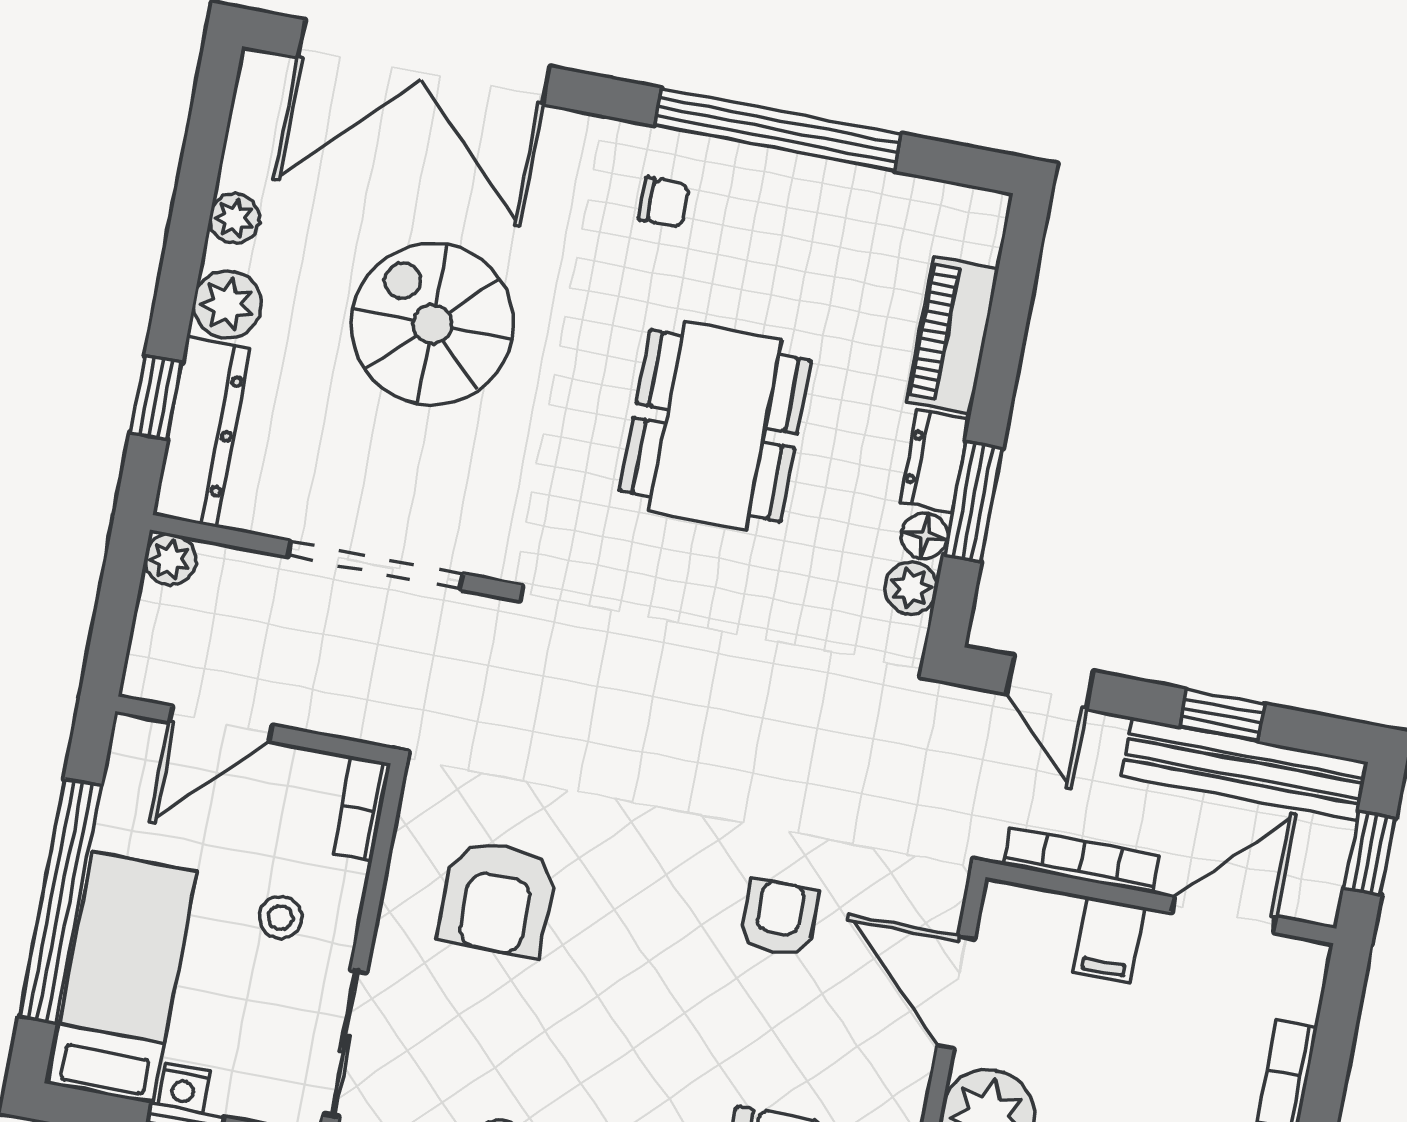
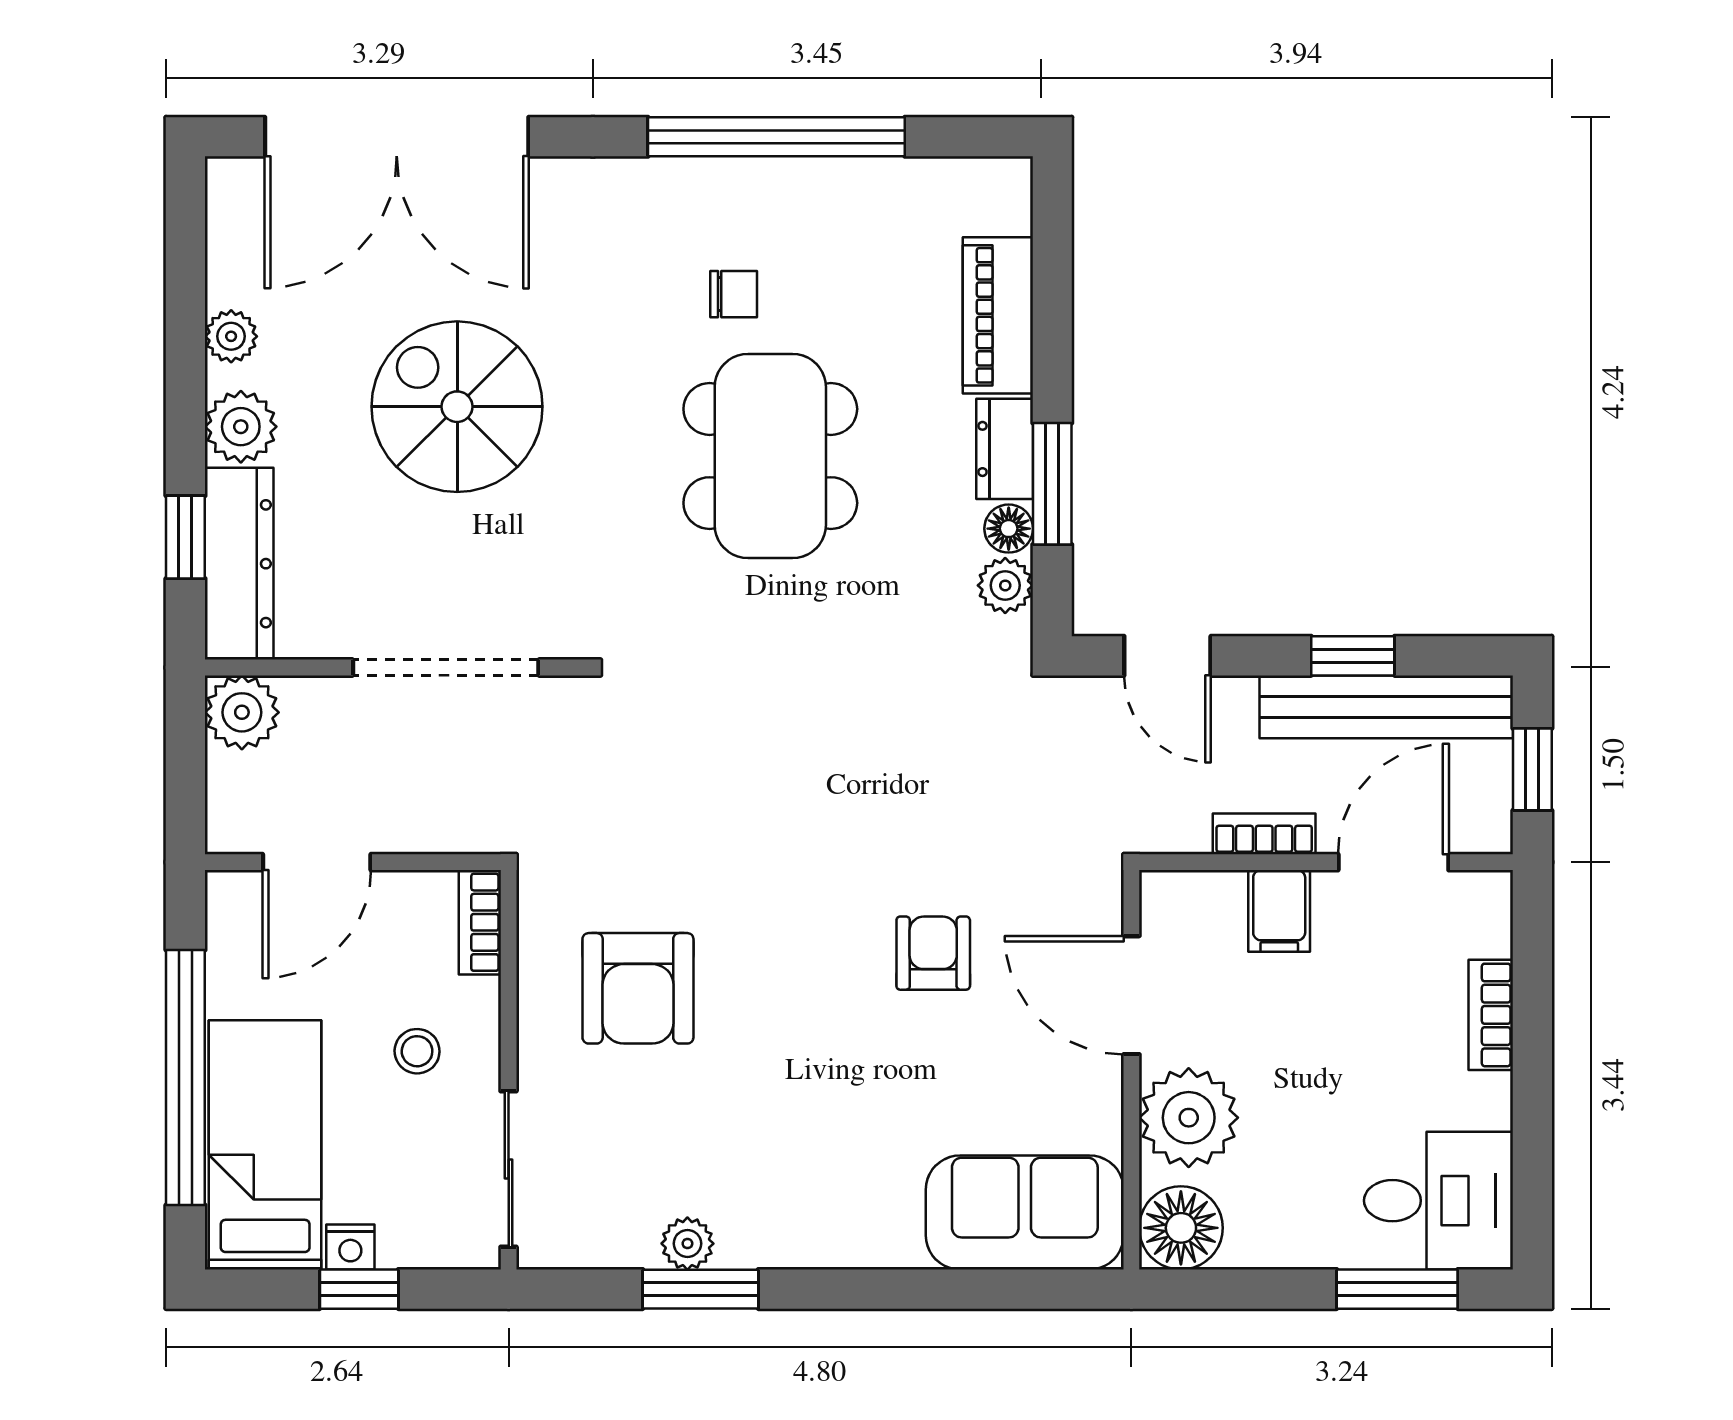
chair: (664, 202) -> (734, 294), moved
plant: (170, 559) -> (242, 712), width x1.38, depth x1.38
bookcase: (1081, 860) -> (1264, 834), width x0.64

